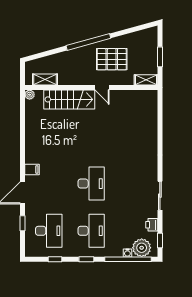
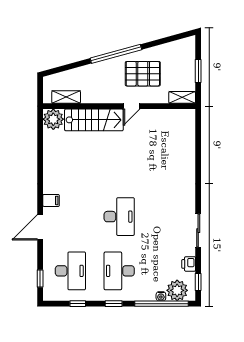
door: (102, 87) -> (132, 106), hinge flipped
plant: (30, 95) -> (53, 119), width x1.87, depth x1.87
window: (22, 223) -> (40, 279), moved
desk: (91, 231) -> (119, 271), turned 180

